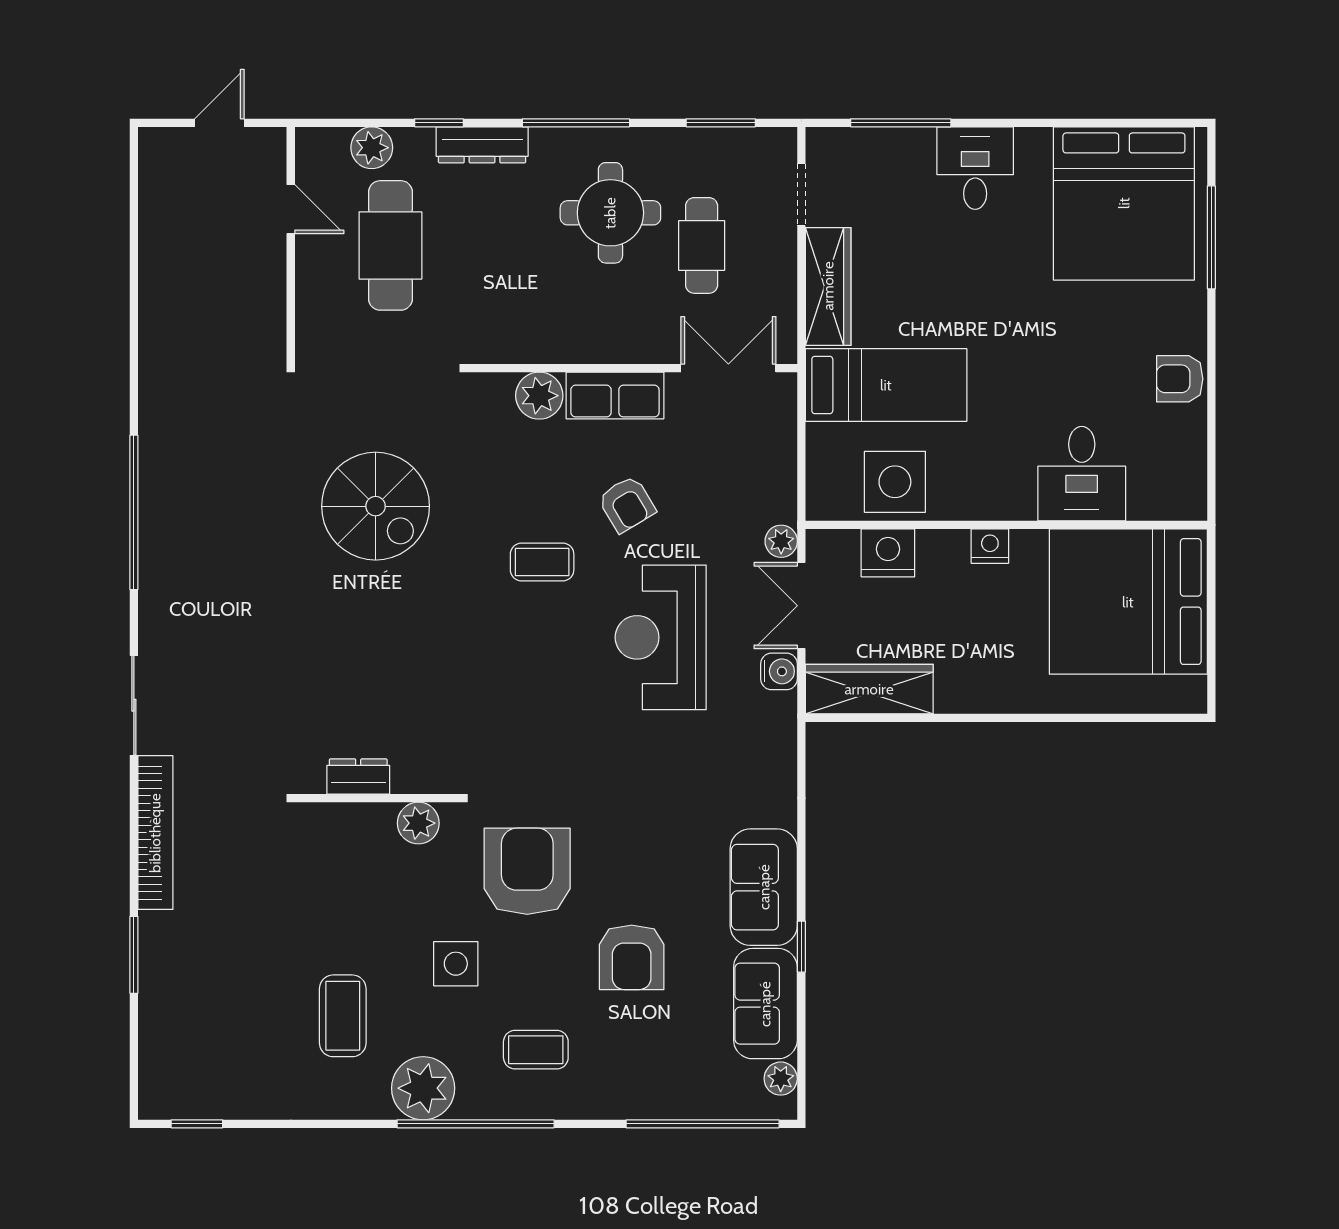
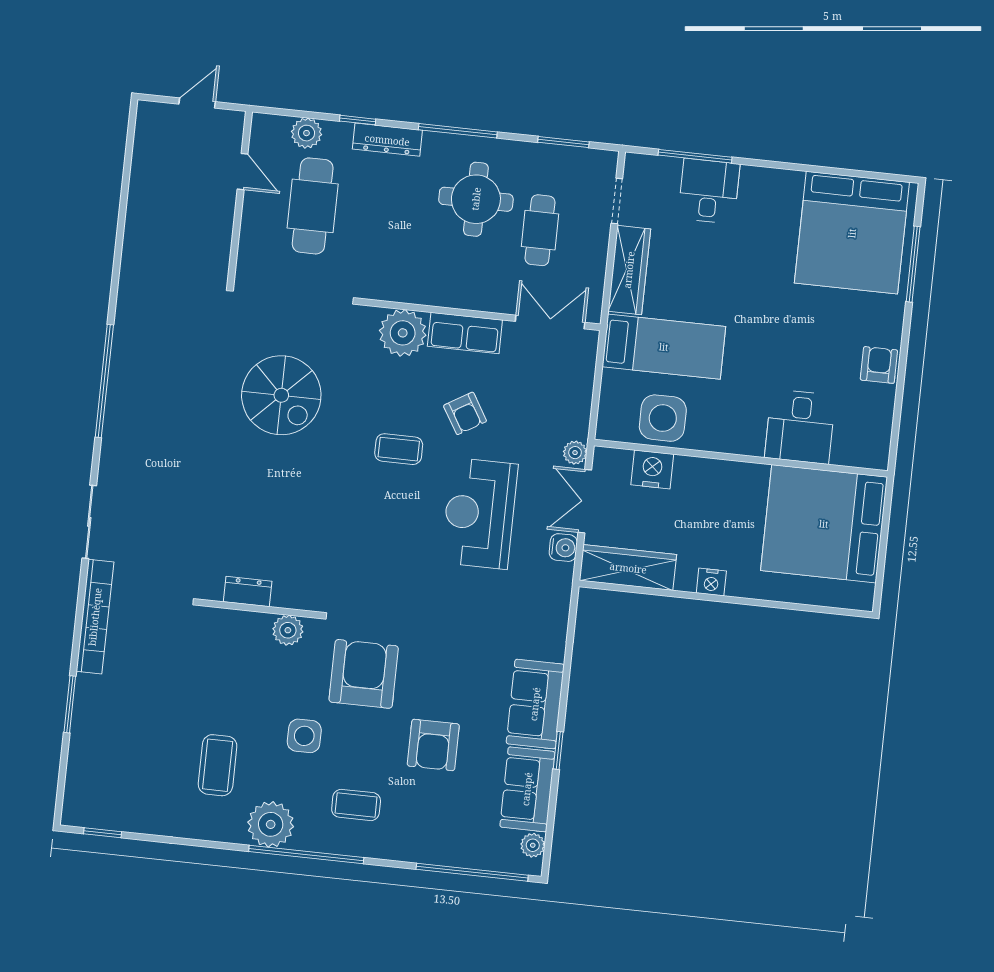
desk: (975, 168) -> (709, 191), moved
armchair: (1180, 379) -> (879, 365), turned 90
plant: (539, 396) -> (403, 333), width x1.36, depth x1.36
nightstand: (990, 546) -> (711, 582), moved, turned 180

